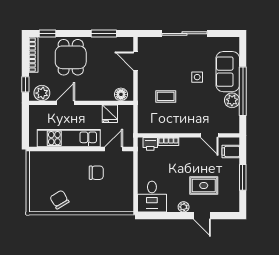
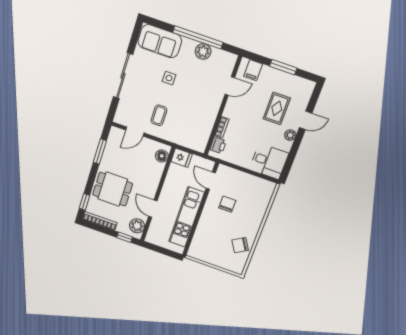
sofa: (228, 72) -> (160, 41), moved
coffee table: (166, 96) -> (159, 115), moved
fridge: (110, 114) -> (182, 158), moved

